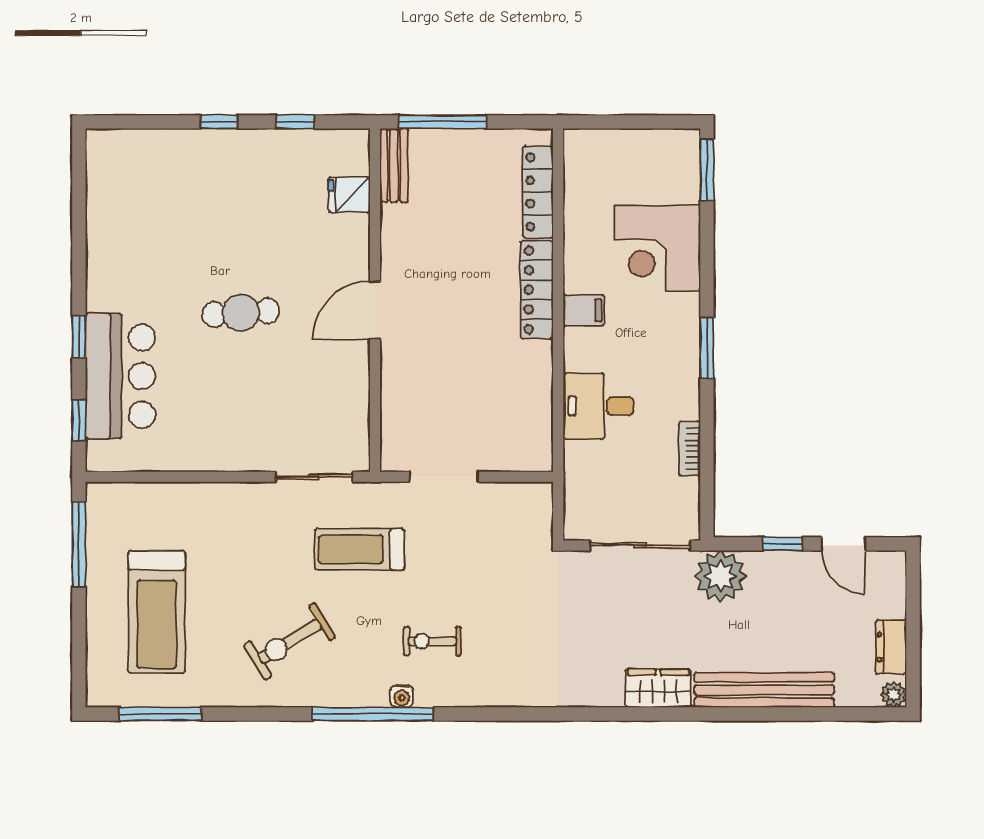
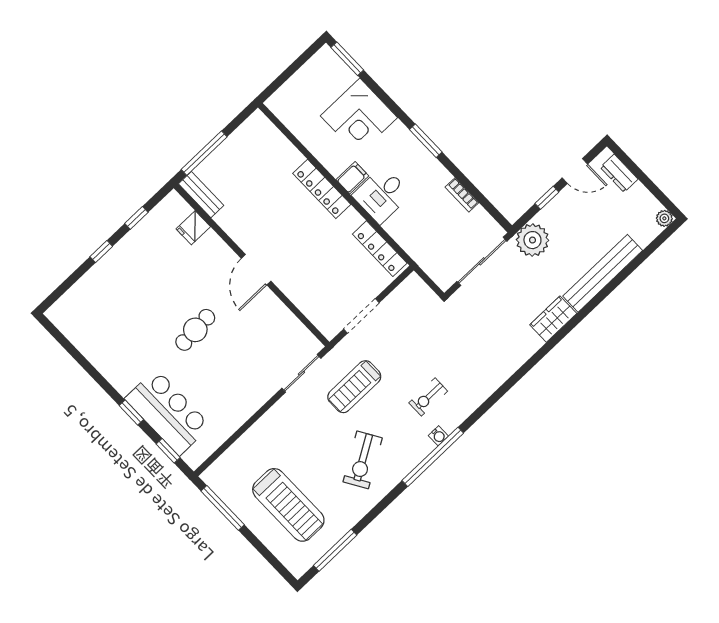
locker: (538, 192) -> (380, 249), moved
desk: (598, 406) -> (382, 195), moved
dresser: (891, 647) -> (619, 173), moved

